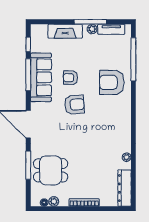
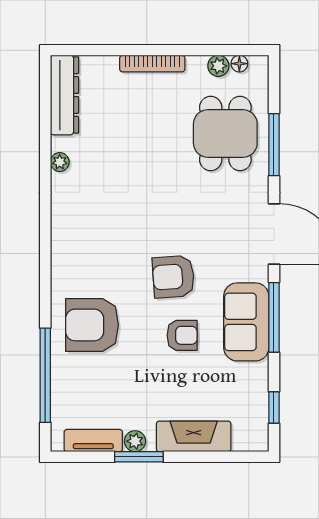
window: (90, 22) -> (139, 457), width x0.69
window: (28, 75) -> (274, 317), moved
sofa: (41, 77) -> (246, 322), width x0.73
armchair: (112, 82) -> (92, 325), turned 180
dining table: (51, 170) -> (225, 133), turned 90

